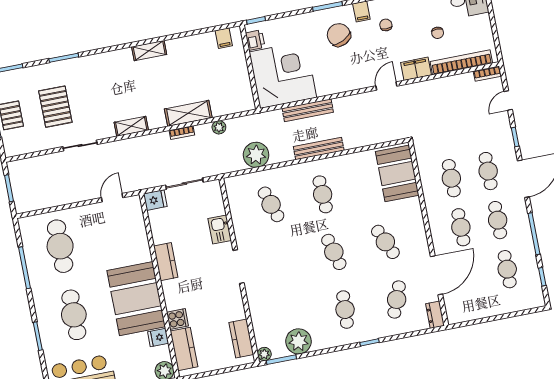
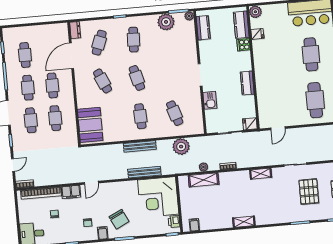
shelving: (188, 113) -> (204, 180), moved
booth: (136, 299) -> (269, 61), removed

